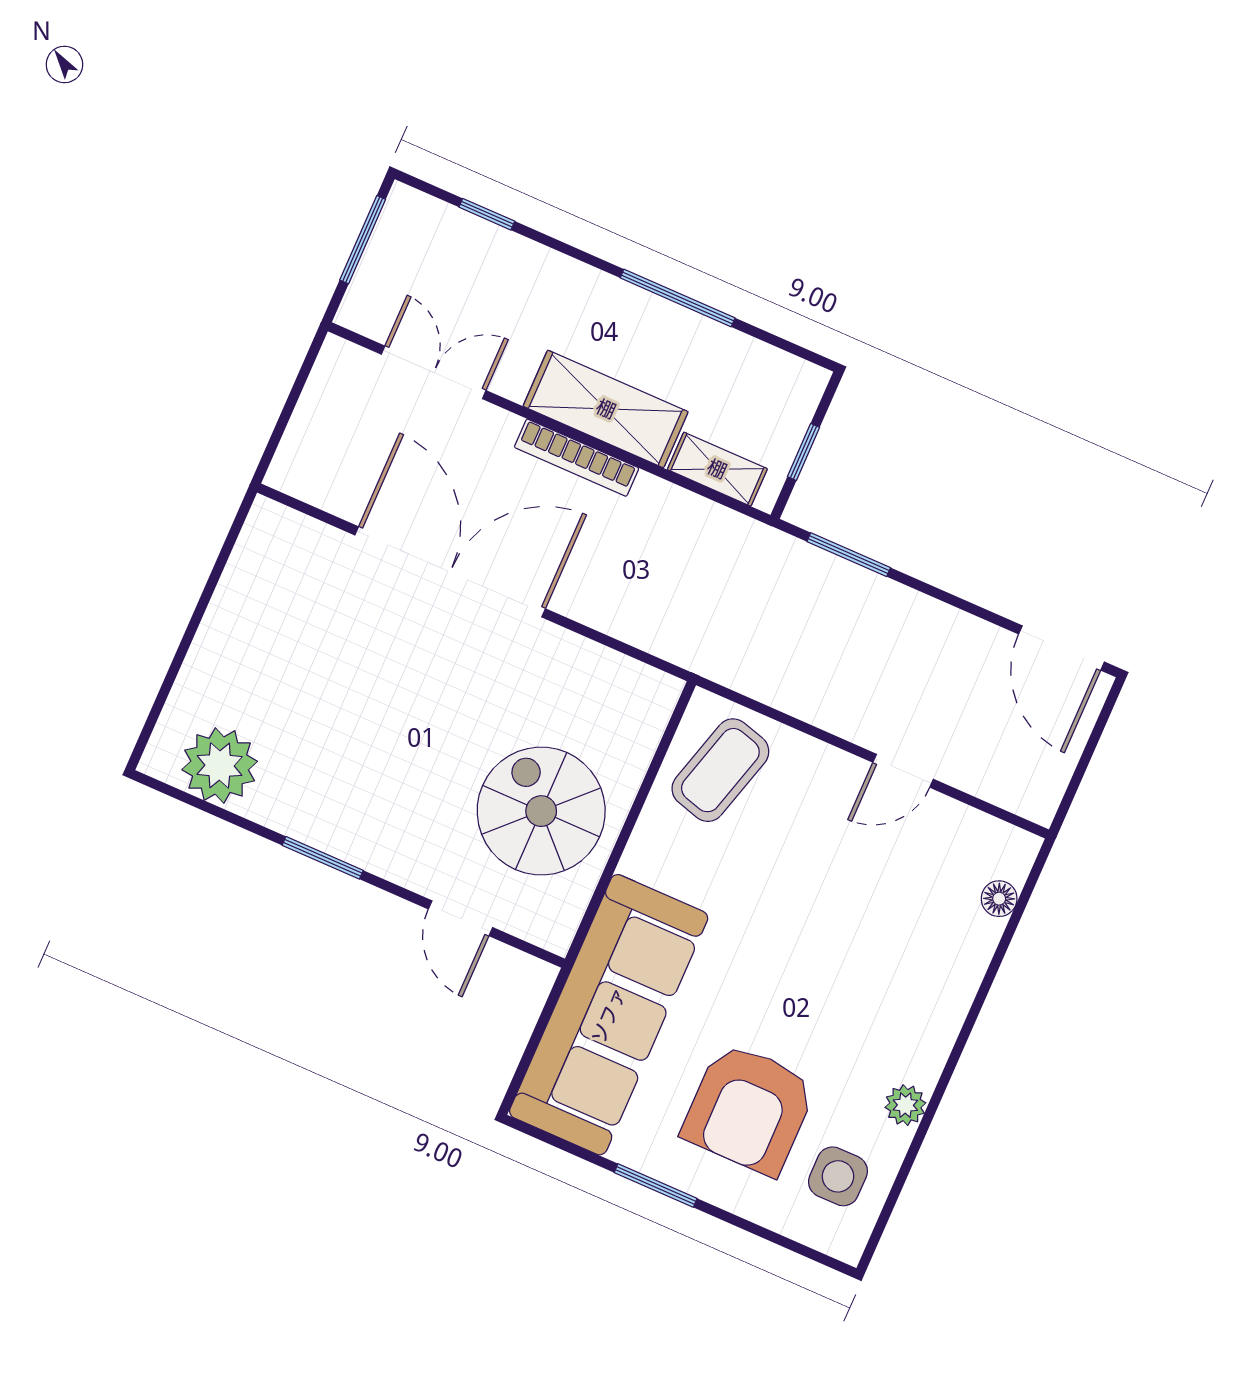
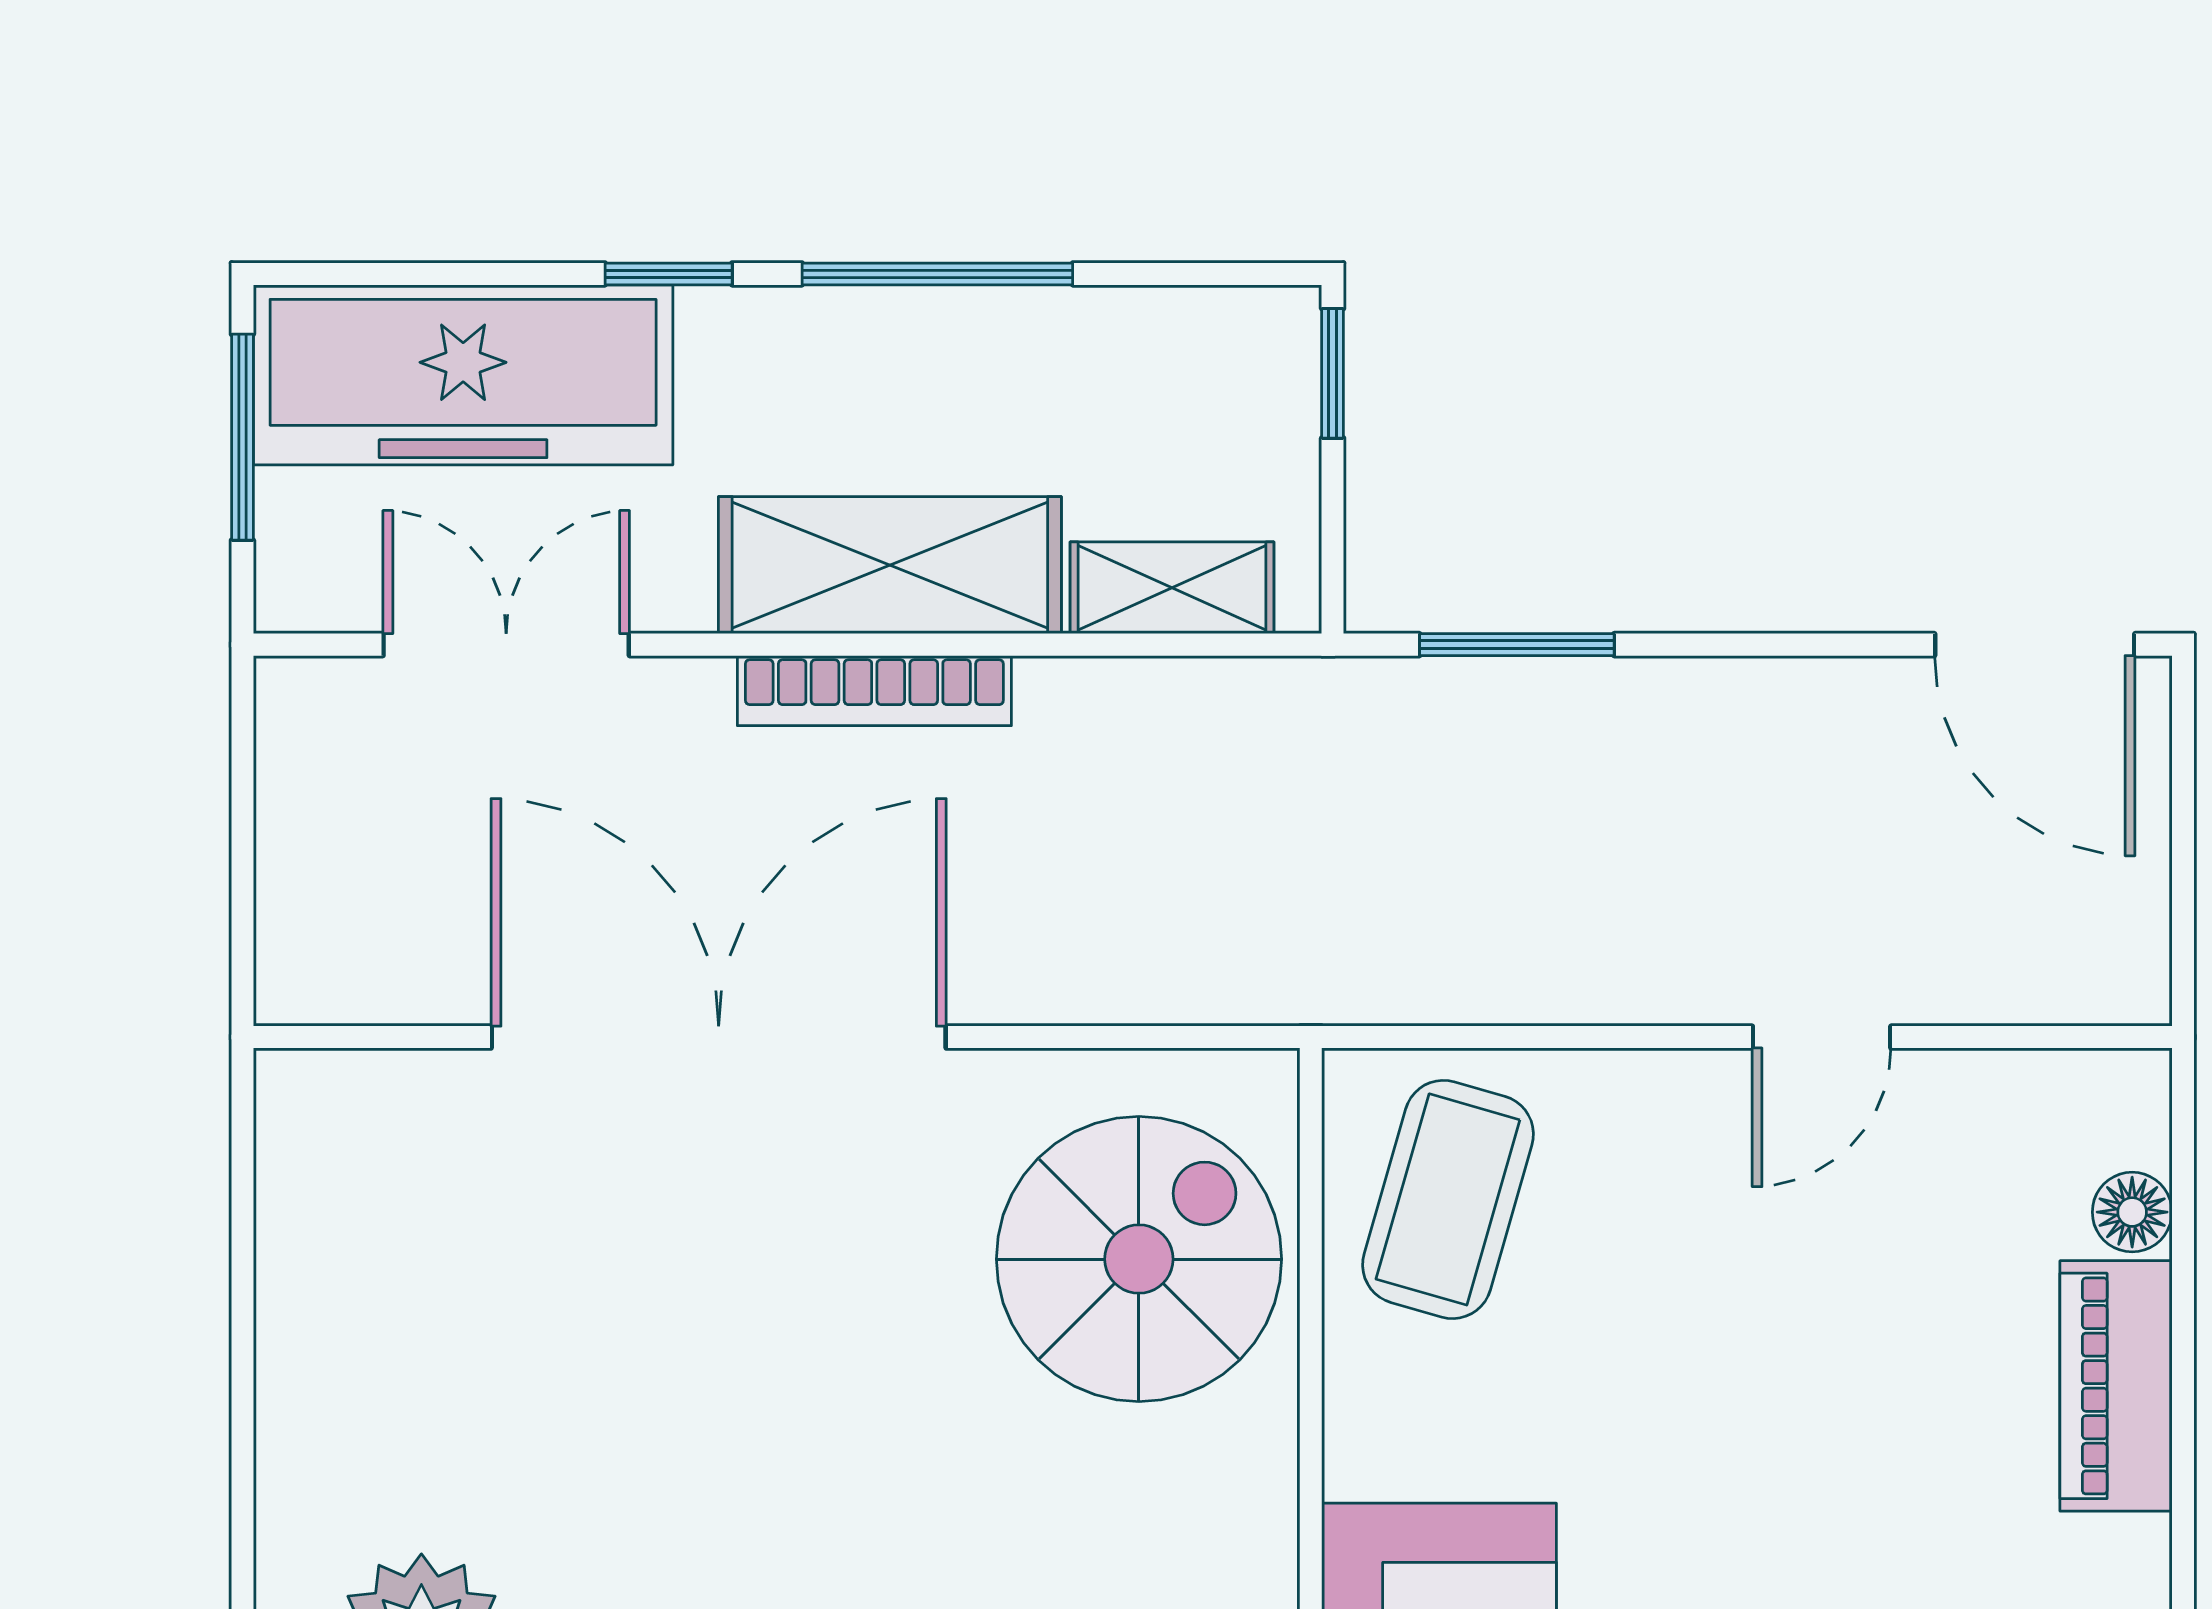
window: (487, 214) -> (669, 274), moved
freezer: (465, 254) -> (463, 375), added
window: (804, 452) -> (1333, 373), moved
spiral stairs: (541, 811) -> (1139, 1259), moved, turned 90
piano: (961, 967) -> (2116, 1386), added

